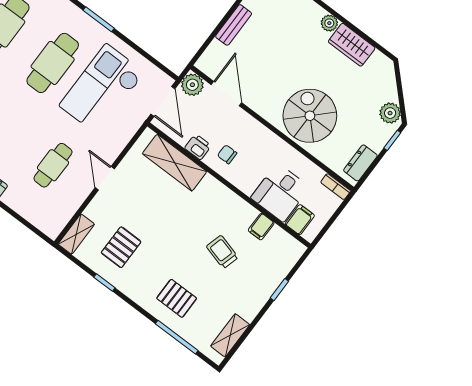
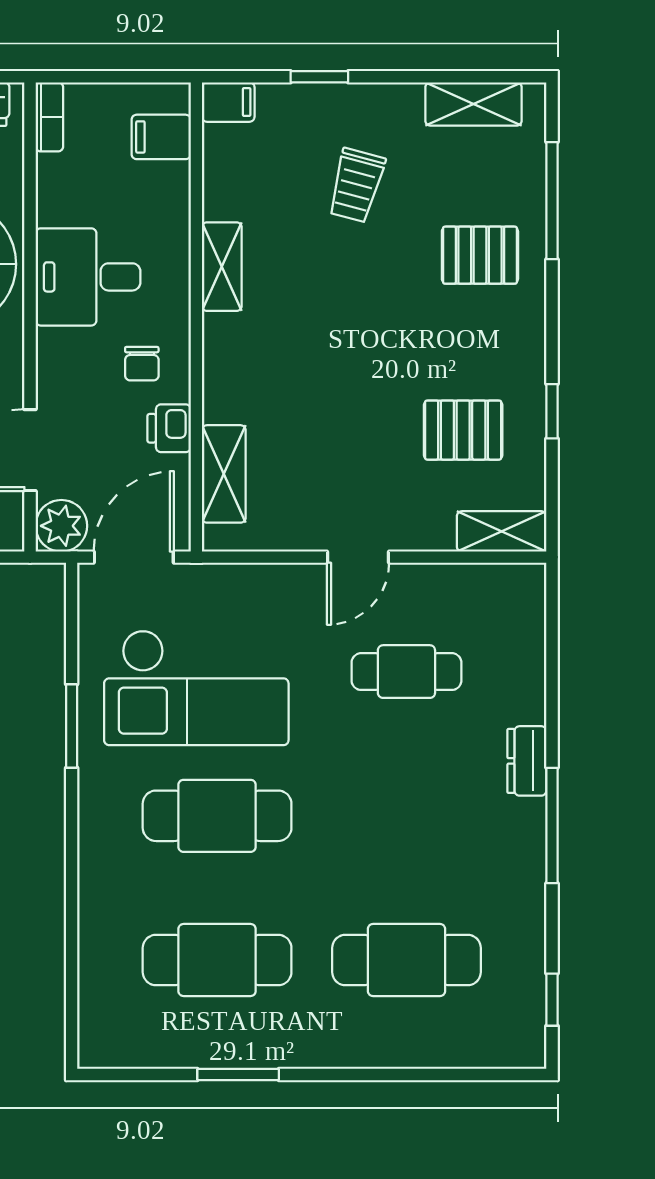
window: (99, 19) -> (72, 726), moved
shelving: (175, 163) -> (224, 474), width x0.67, depth x0.75
desk: (280, 193) -> (88, 277), moved, turned 180
shelving: (240, 207) -> (222, 267), added
filing cabinet: (261, 227) -> (228, 102), moved
trolley: (222, 252) -> (356, 185), moved
pallet: (177, 298) -> (480, 255), turned 90

